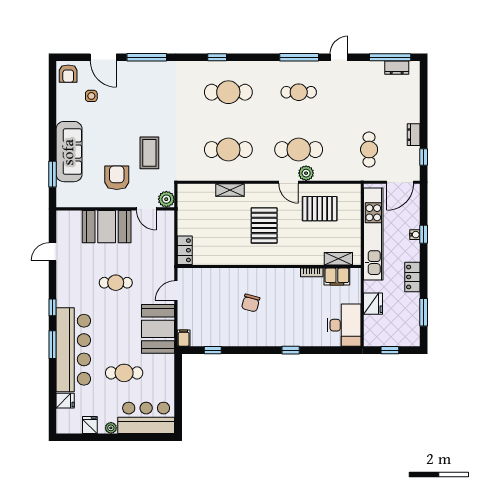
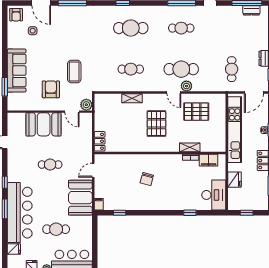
cafe table: (228, 150) -> (131, 69), width x0.73, depth x0.74
shelving: (338, 259) -> (190, 147), moved
window: (291, 350) -> (190, 213), moved

